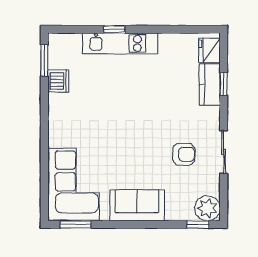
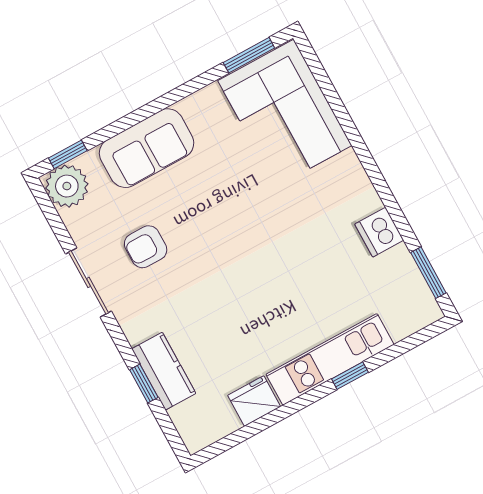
fridge: (210, 50) -> (254, 401), moved, turned -90
dishwasher: (58, 81) -> (379, 232), moved
sofa: (137, 205) -> (147, 148), moved

